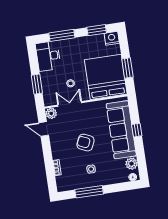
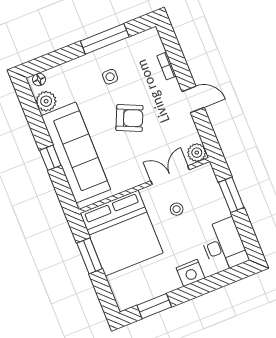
window: (62, 35) -> (209, 284), removed
nightstand: (112, 38) -> (190, 273), moved
double door: (70, 104) -> (170, 175), swing flipped
door: (44, 129) -> (193, 99), moved

